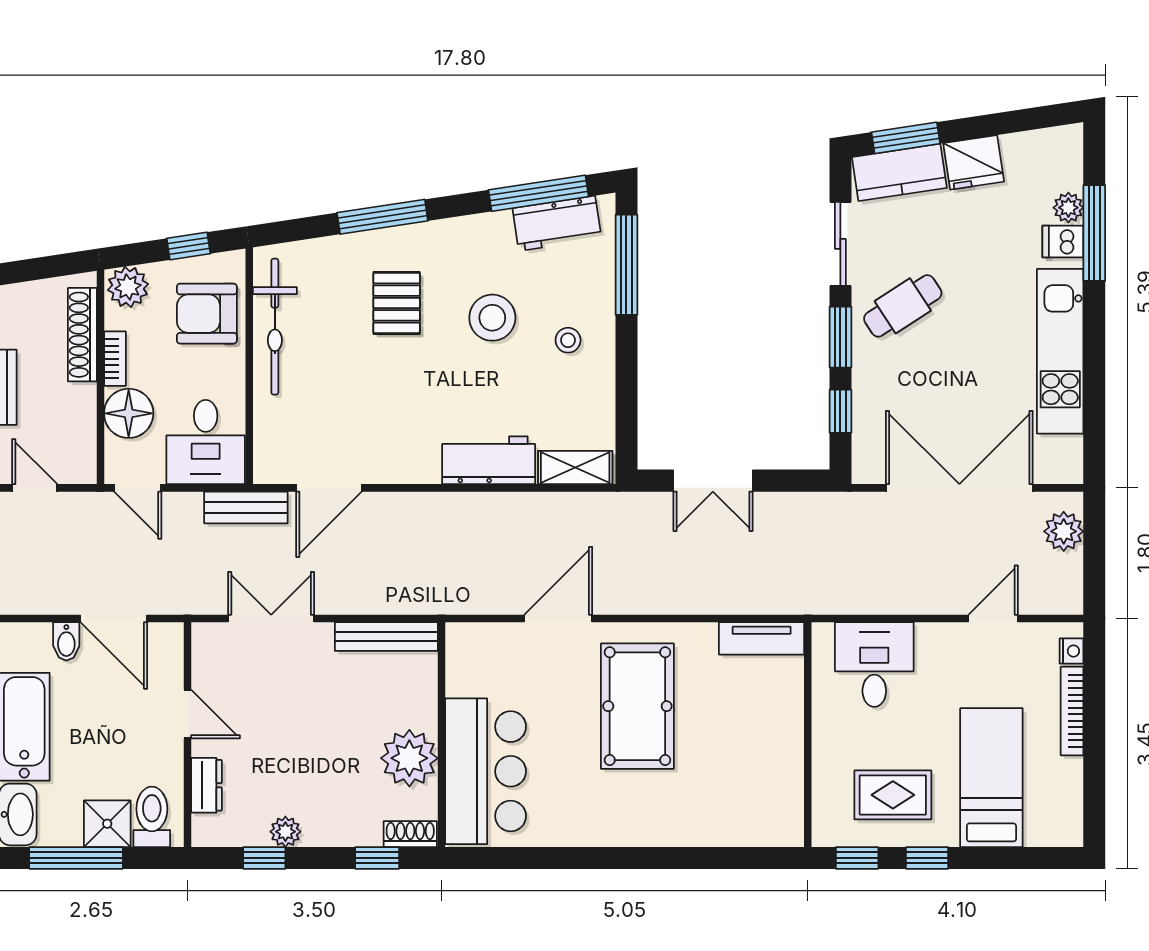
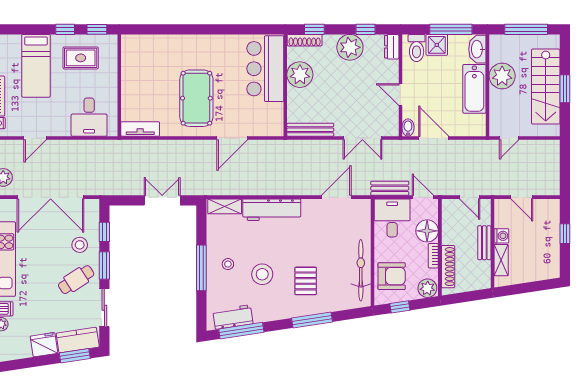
window: (626, 265) -> (201, 268), moved
stool: (895, 383) -> (80, 245), added
workbench: (489, 460) -> (272, 210), width x1.38
bench: (246, 507) -> (390, 188), moved
bidet: (66, 641) -> (408, 128), moved
dresser: (207, 785) -> (392, 47), moved
plant: (285, 832) -> (350, 47), width x1.87, depth x1.87
shoe rack: (410, 834) -> (305, 40), width x1.43

